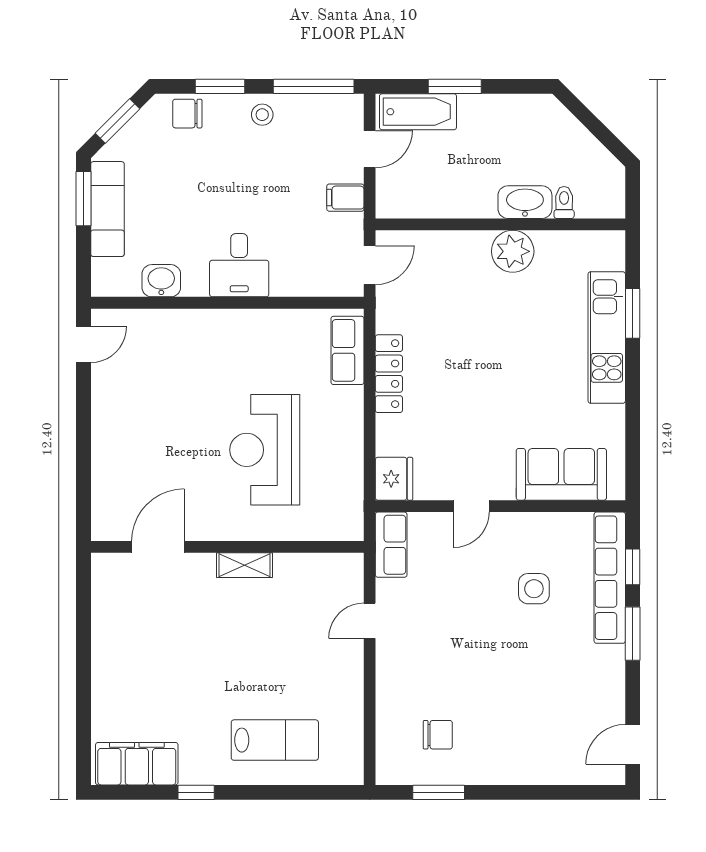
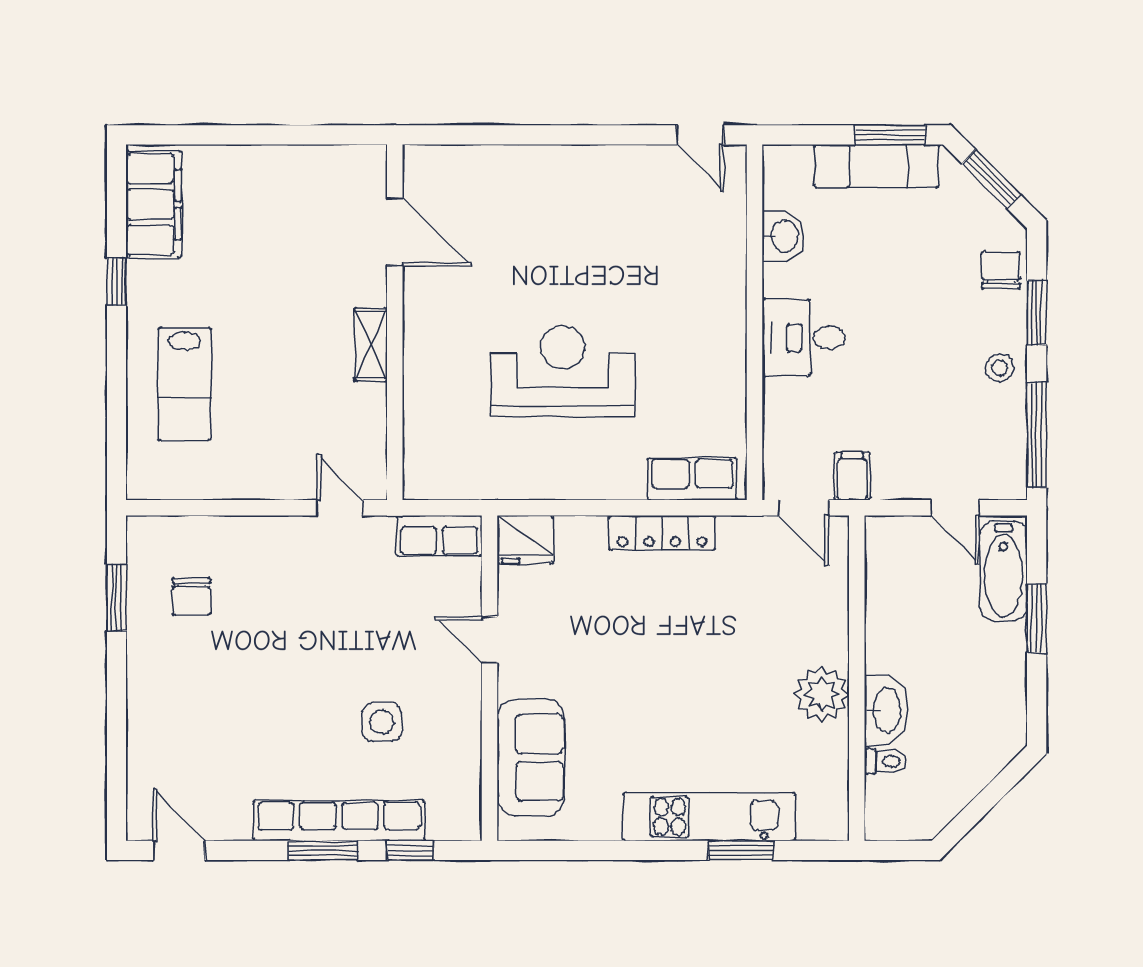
filing cabinet: (345, 198) -> (852, 476), moved
door: (158, 547) -> (395, 232), moved
wall: (227, 547) -> (395, 322), moved
shelving: (244, 565) -> (371, 345), moved
row of seats: (610, 578) -> (339, 821), moved

